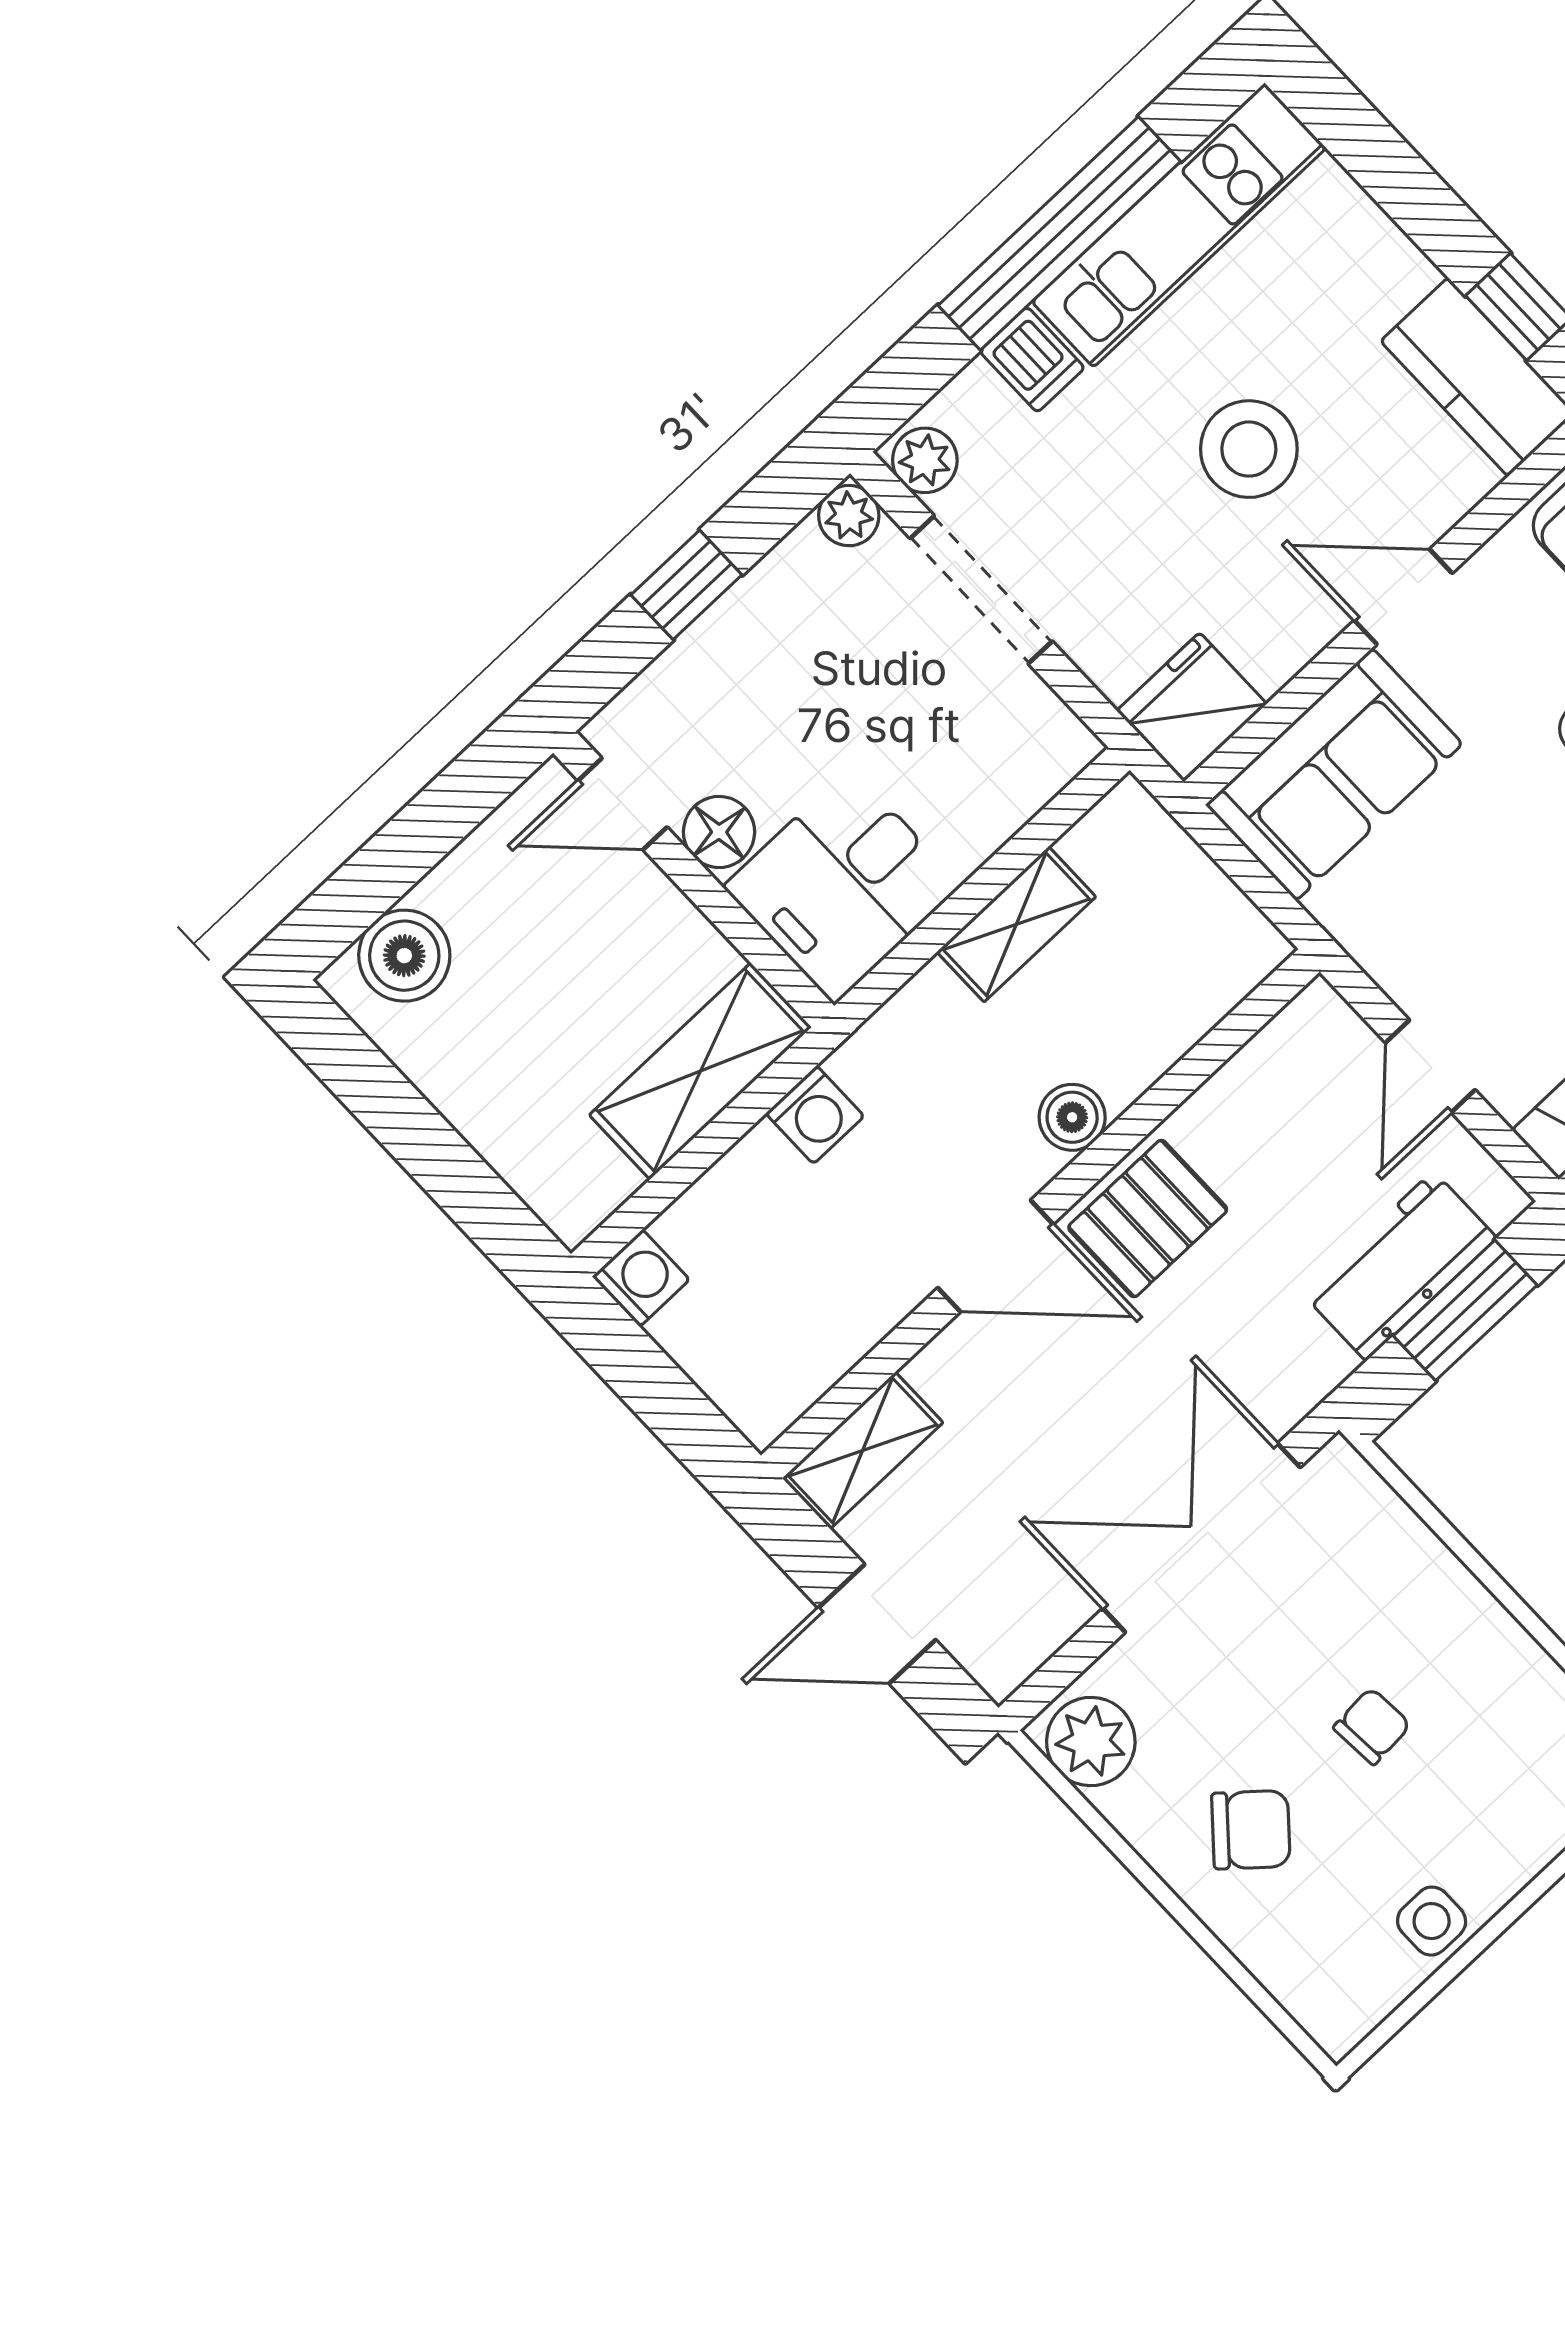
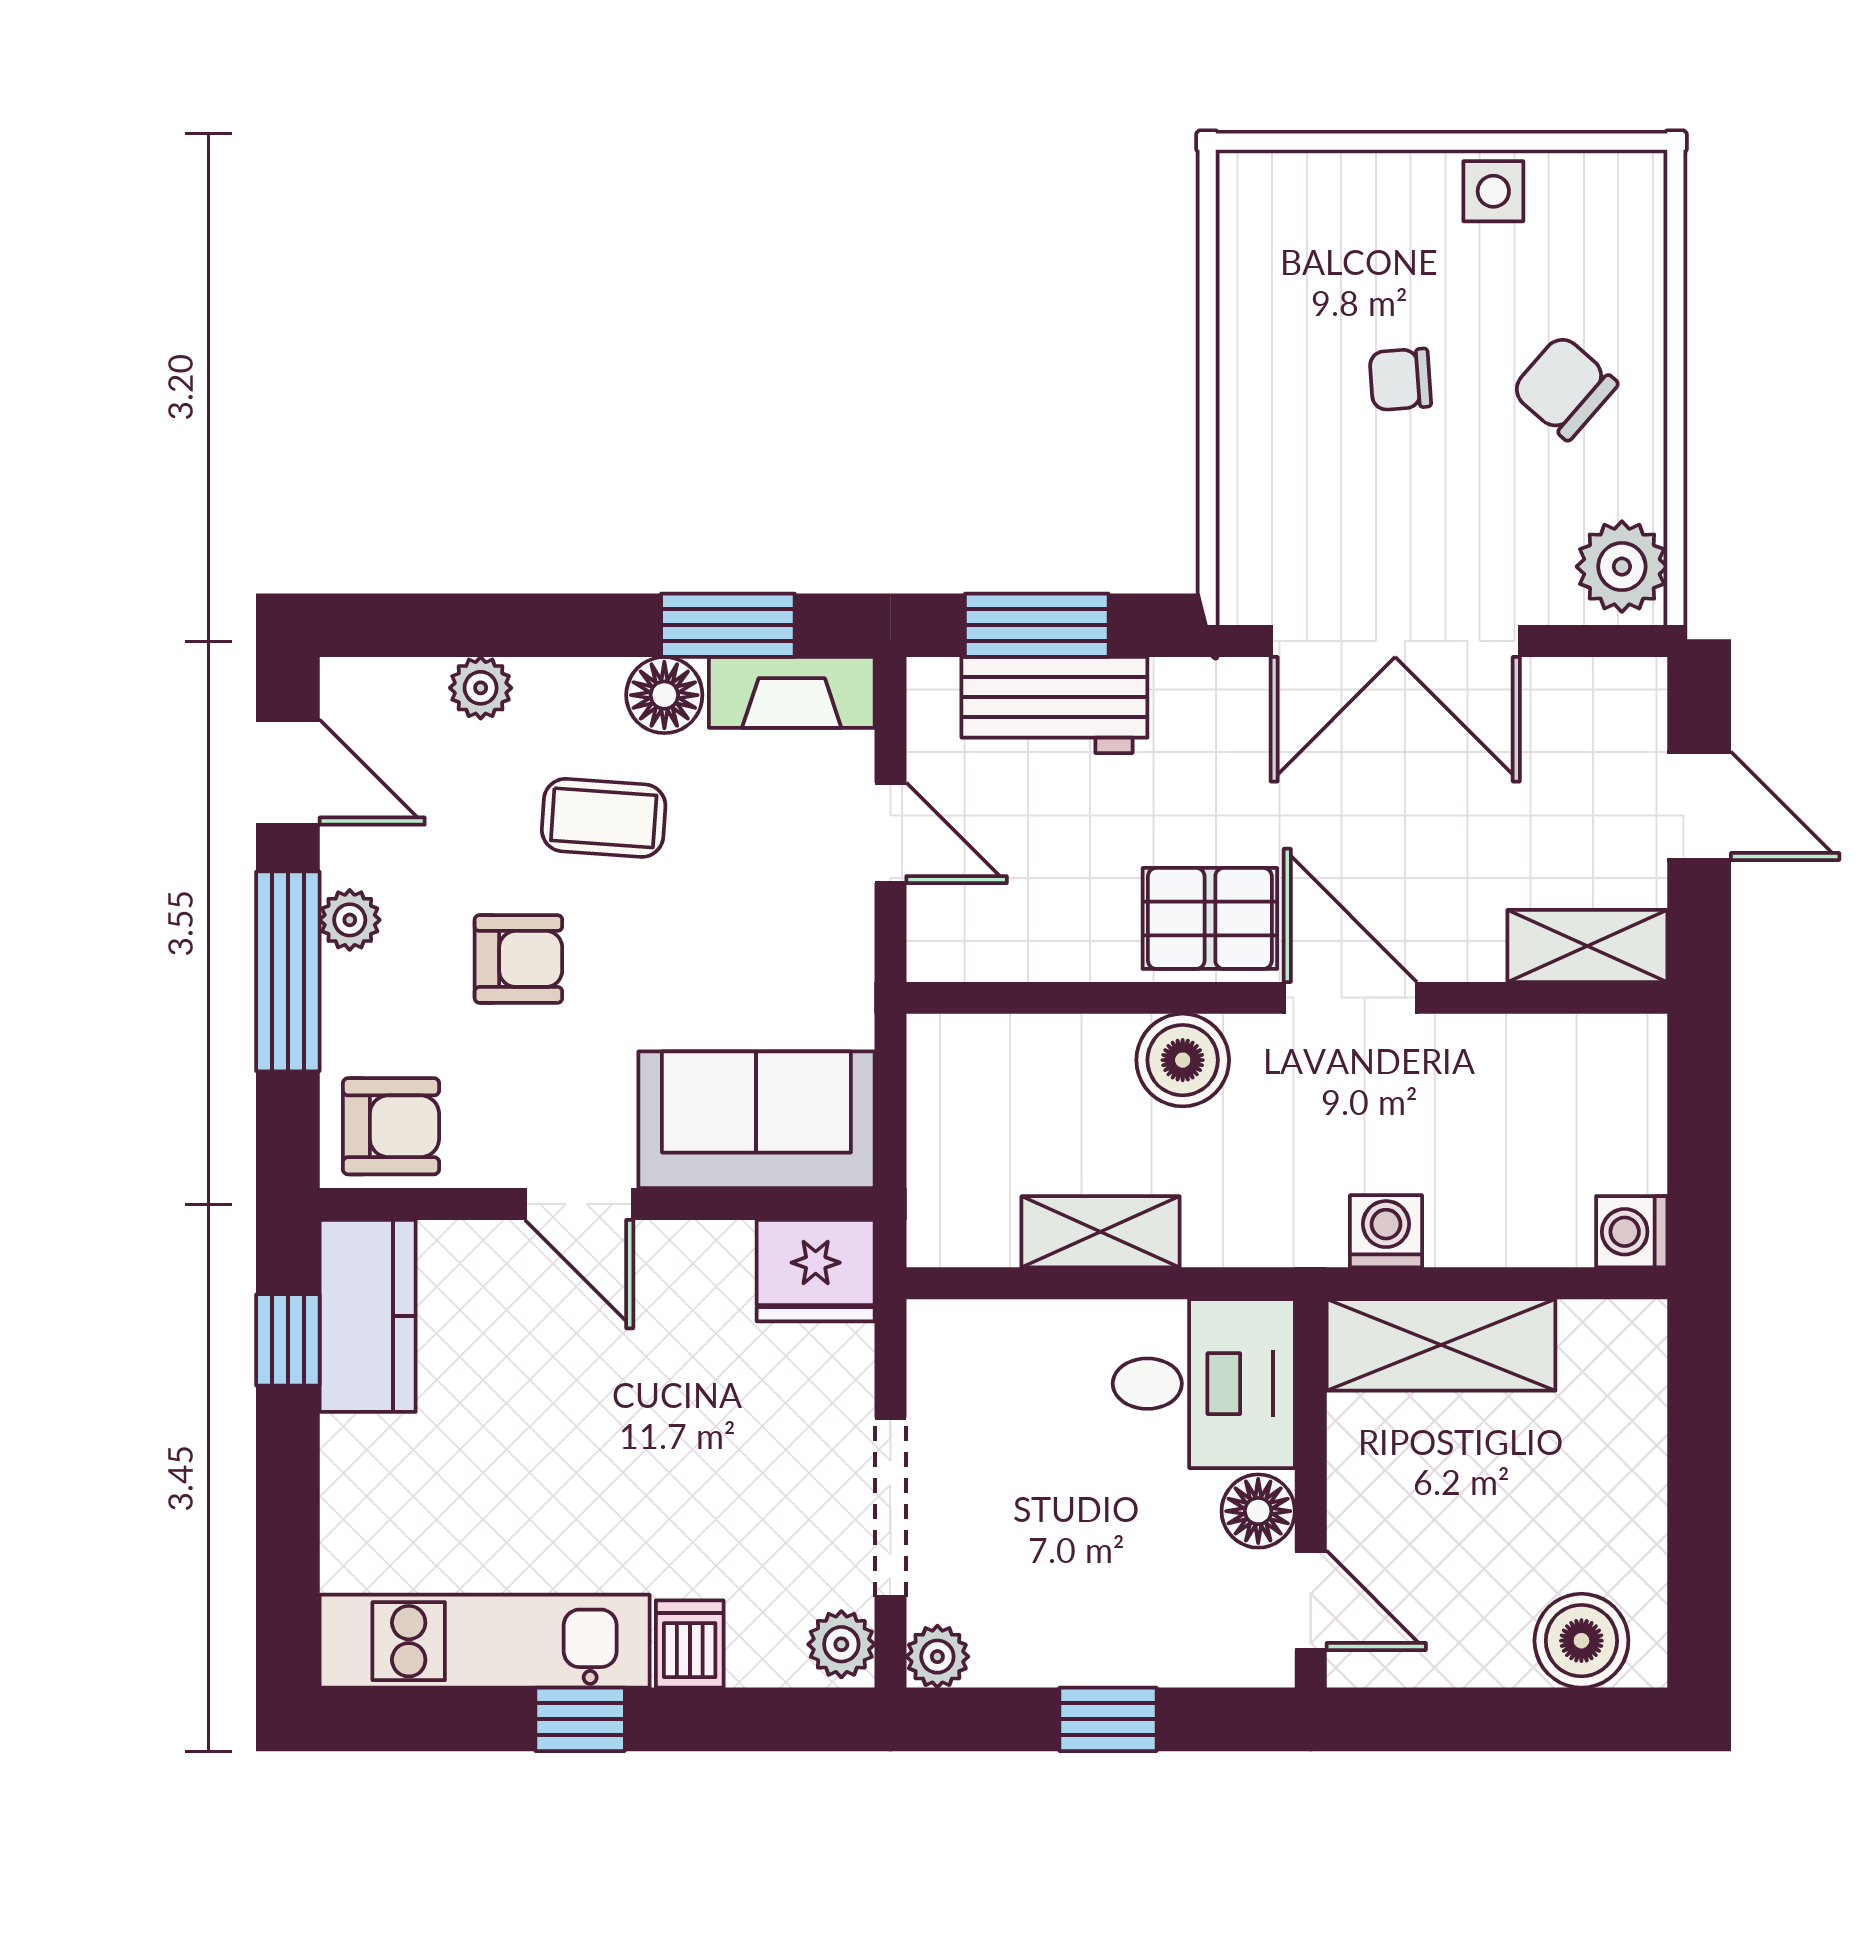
window: (1059, 233) -> (580, 1719), width x0.32
stool: (1249, 449) -> (590, 1424), removed
door: (1430, 1066) -> (890, 833), hinge flipped
boiler: (1072, 1117) -> (1183, 1060), width x1.36, depth x1.36

